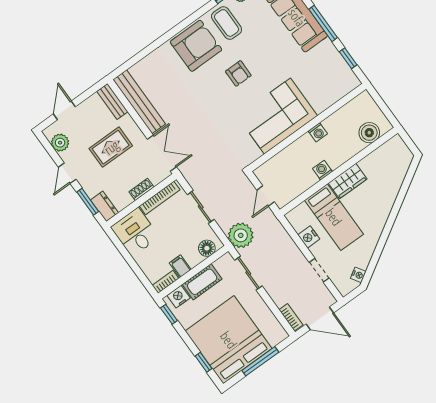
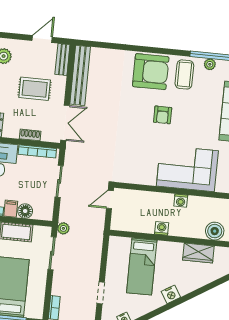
door: (64, 110) -> (42, 39), moved
corner sofa: (277, 116) -> (187, 168), moved
wardrobe: (348, 181) -> (198, 253), moved
door: (266, 196) -> (110, 200), moved
plant: (241, 235) -> (63, 228), width x0.53, depth x0.53
nightstand: (309, 237) -> (171, 294), moved, turned -122
floor lamp: (207, 248) -> (25, 211), moved

